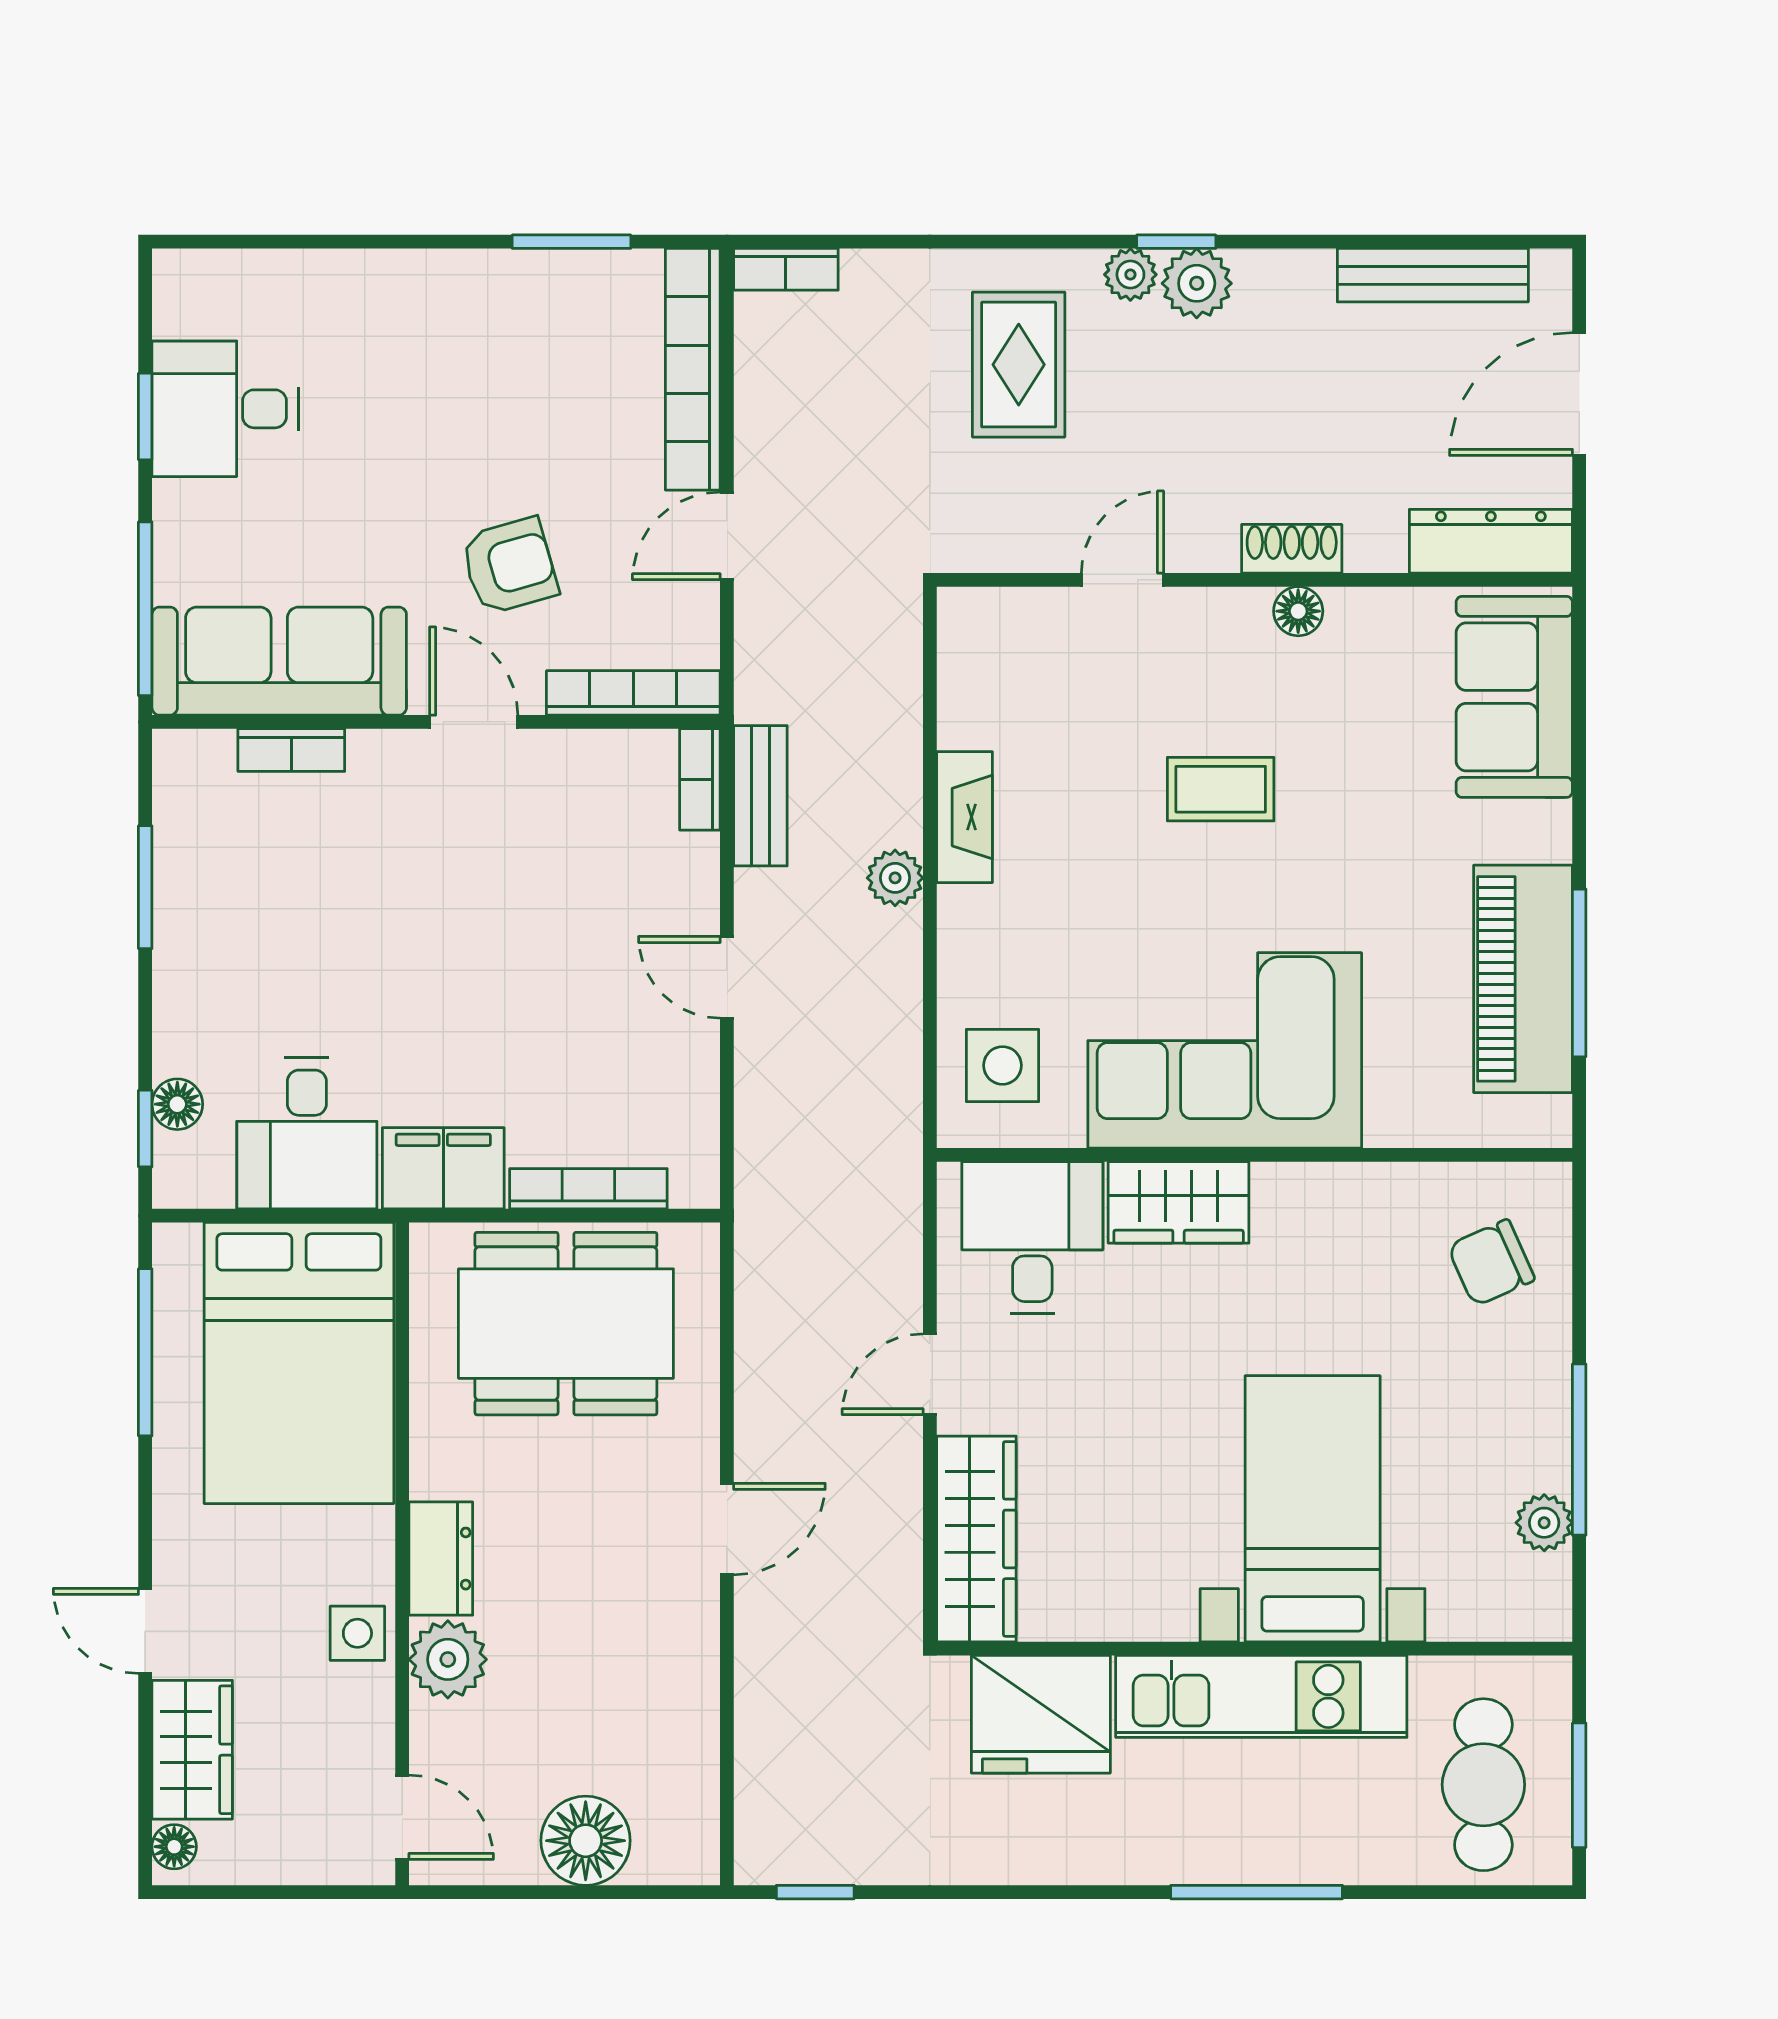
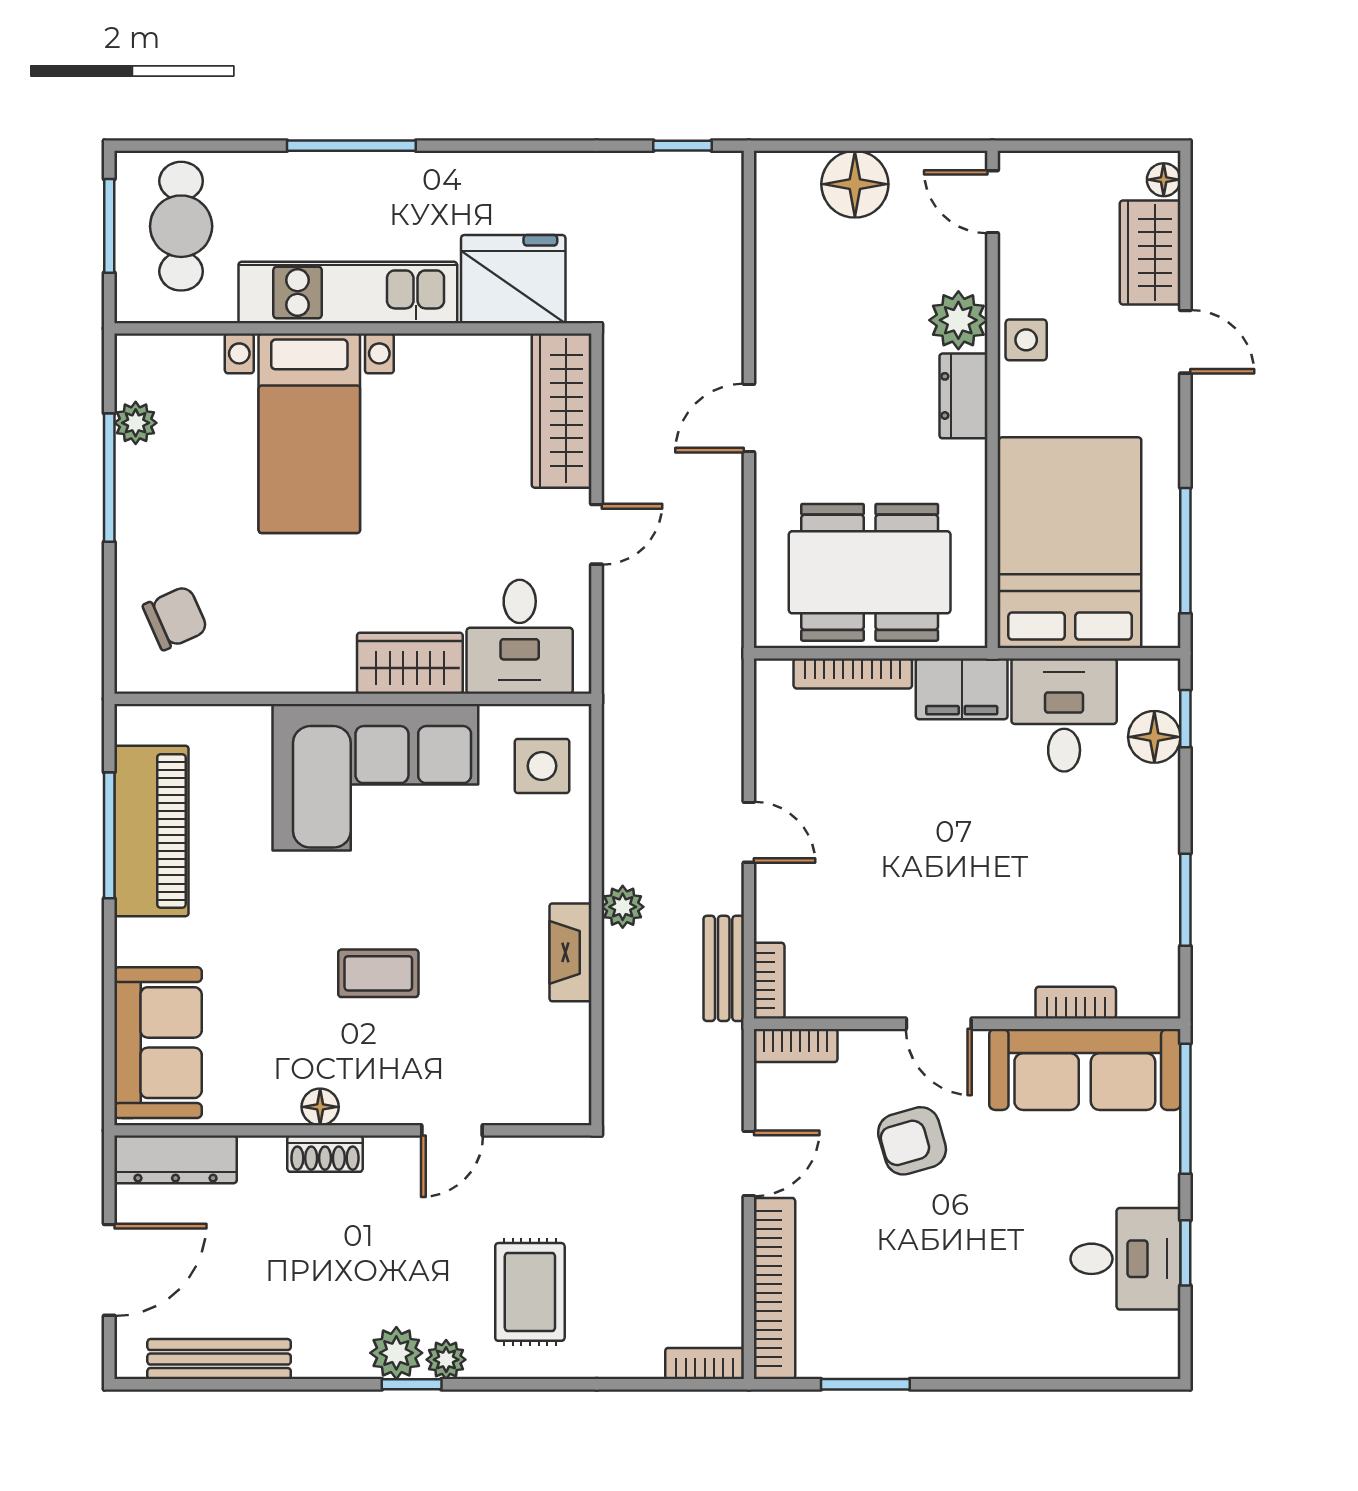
bookcase: (633, 693) -> (796, 1046), width x0.64
floor lamp: (177, 1104) -> (1154, 737), width x1.37, depth x1.37

